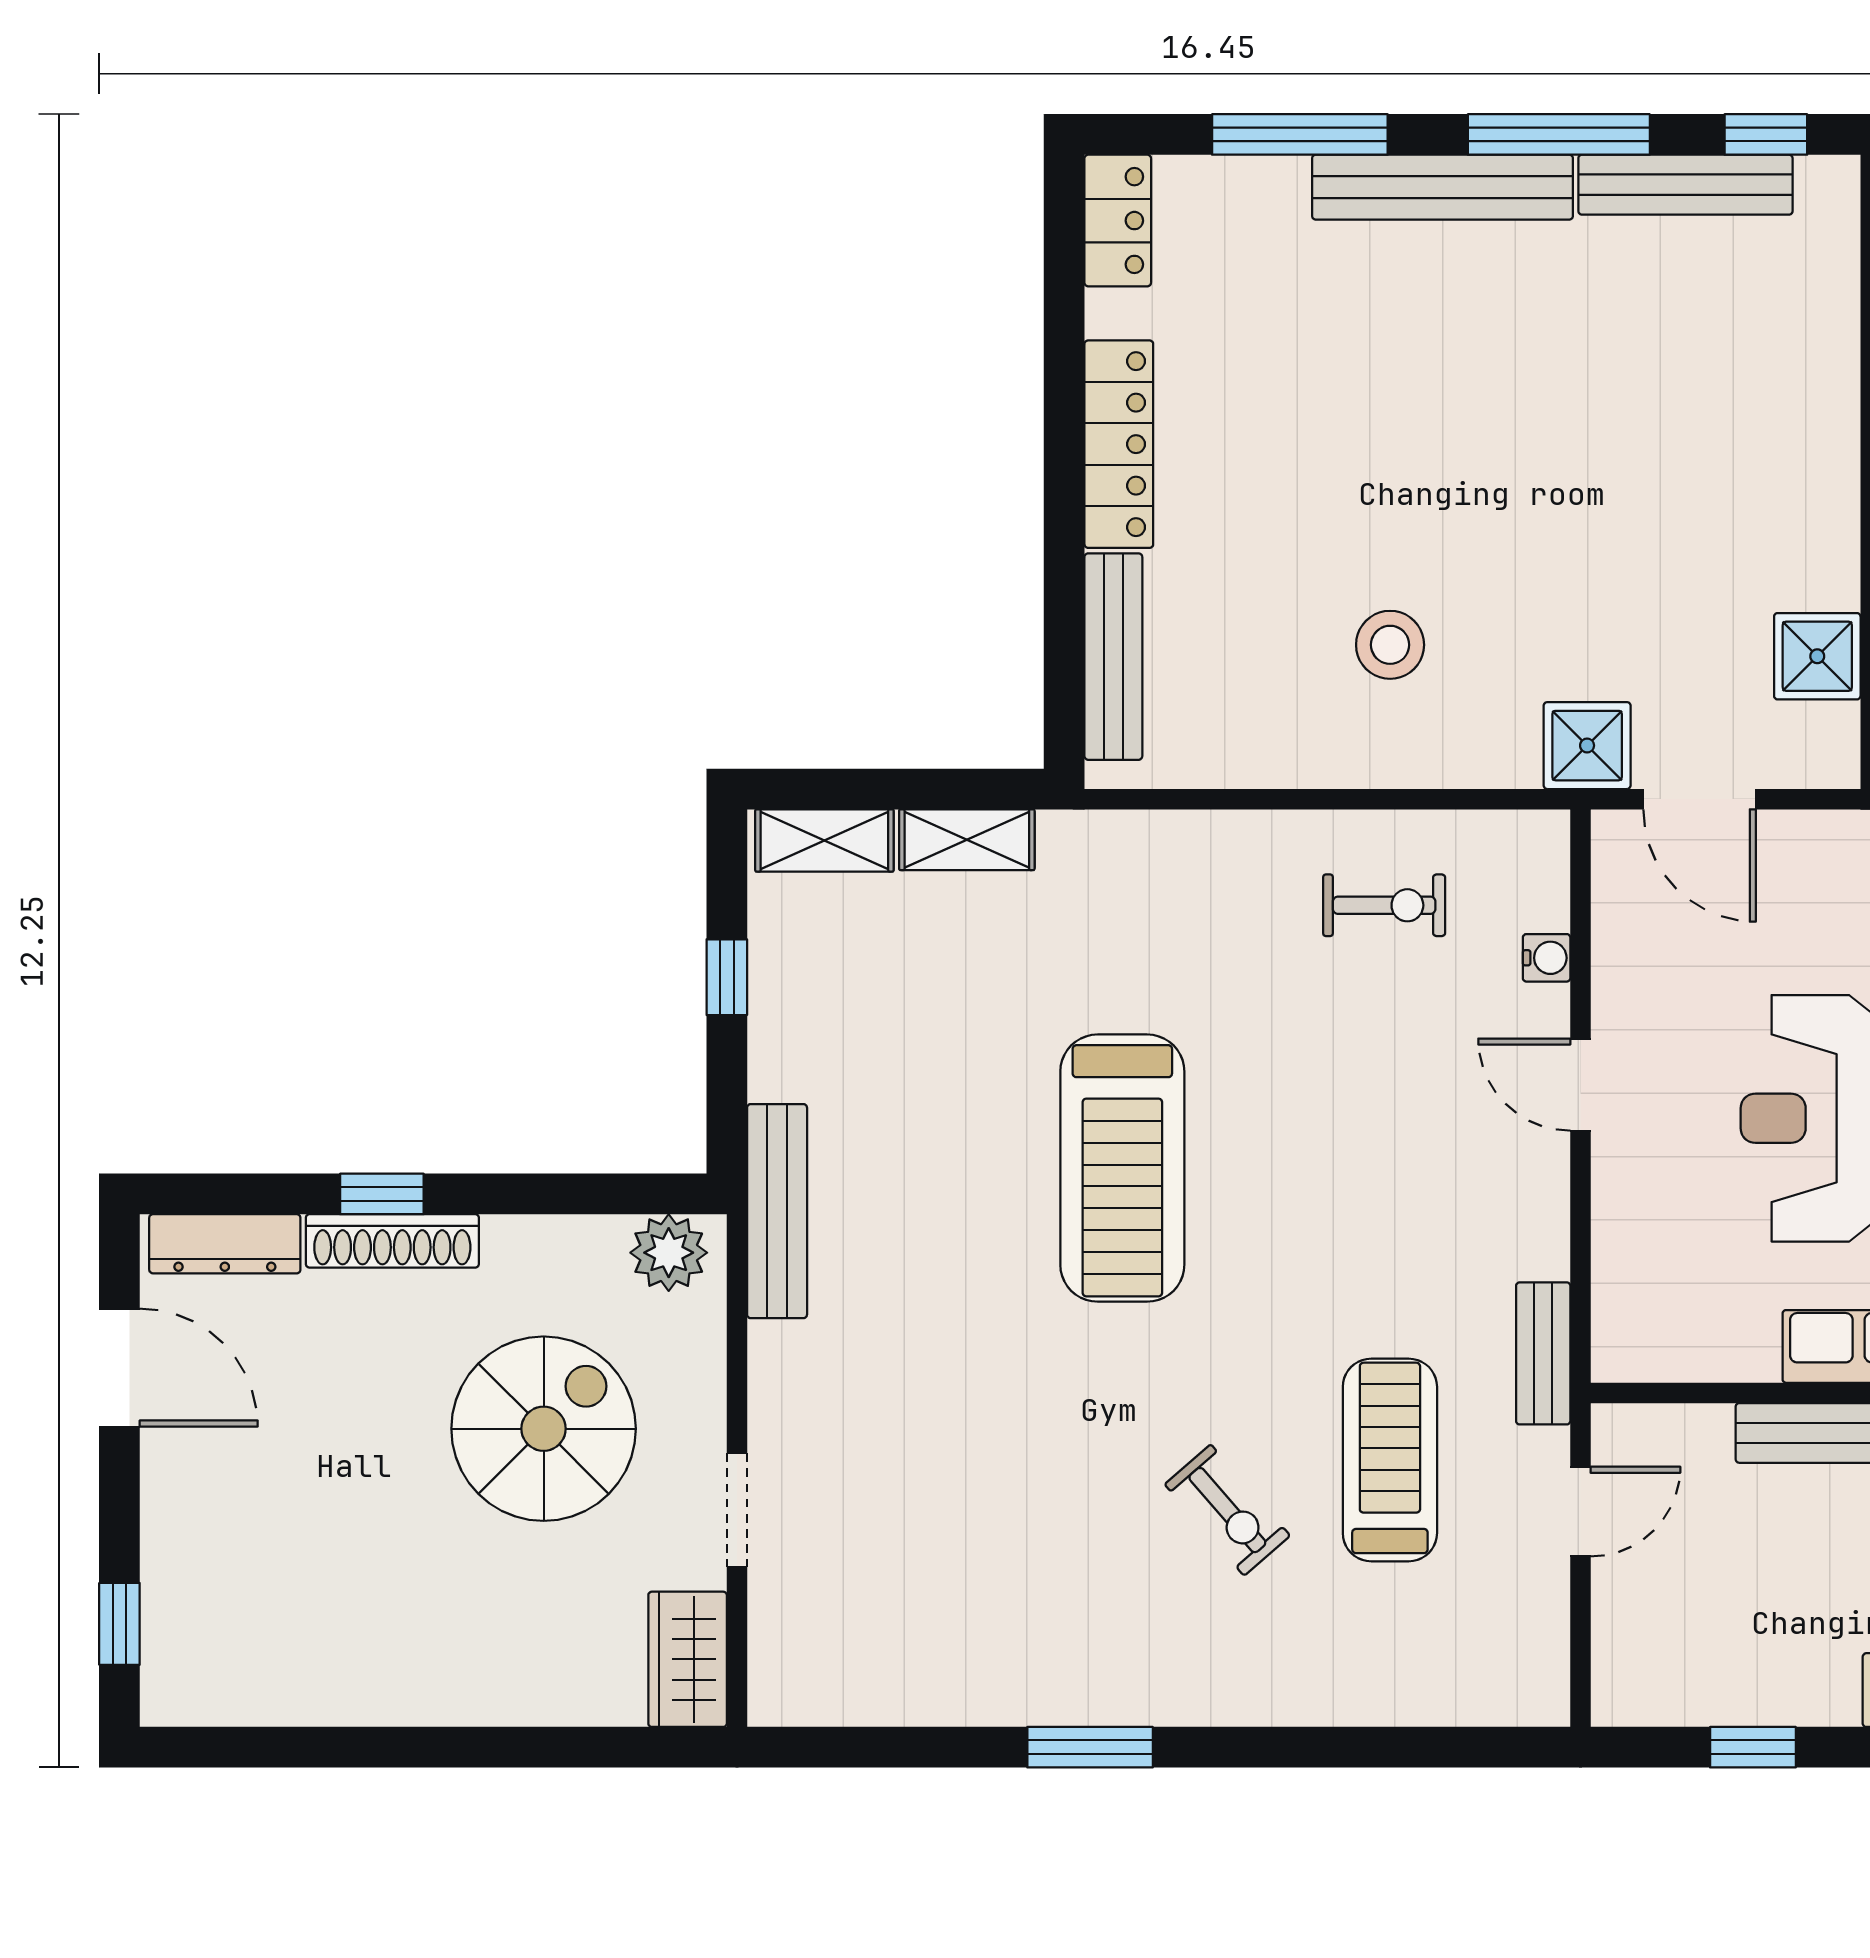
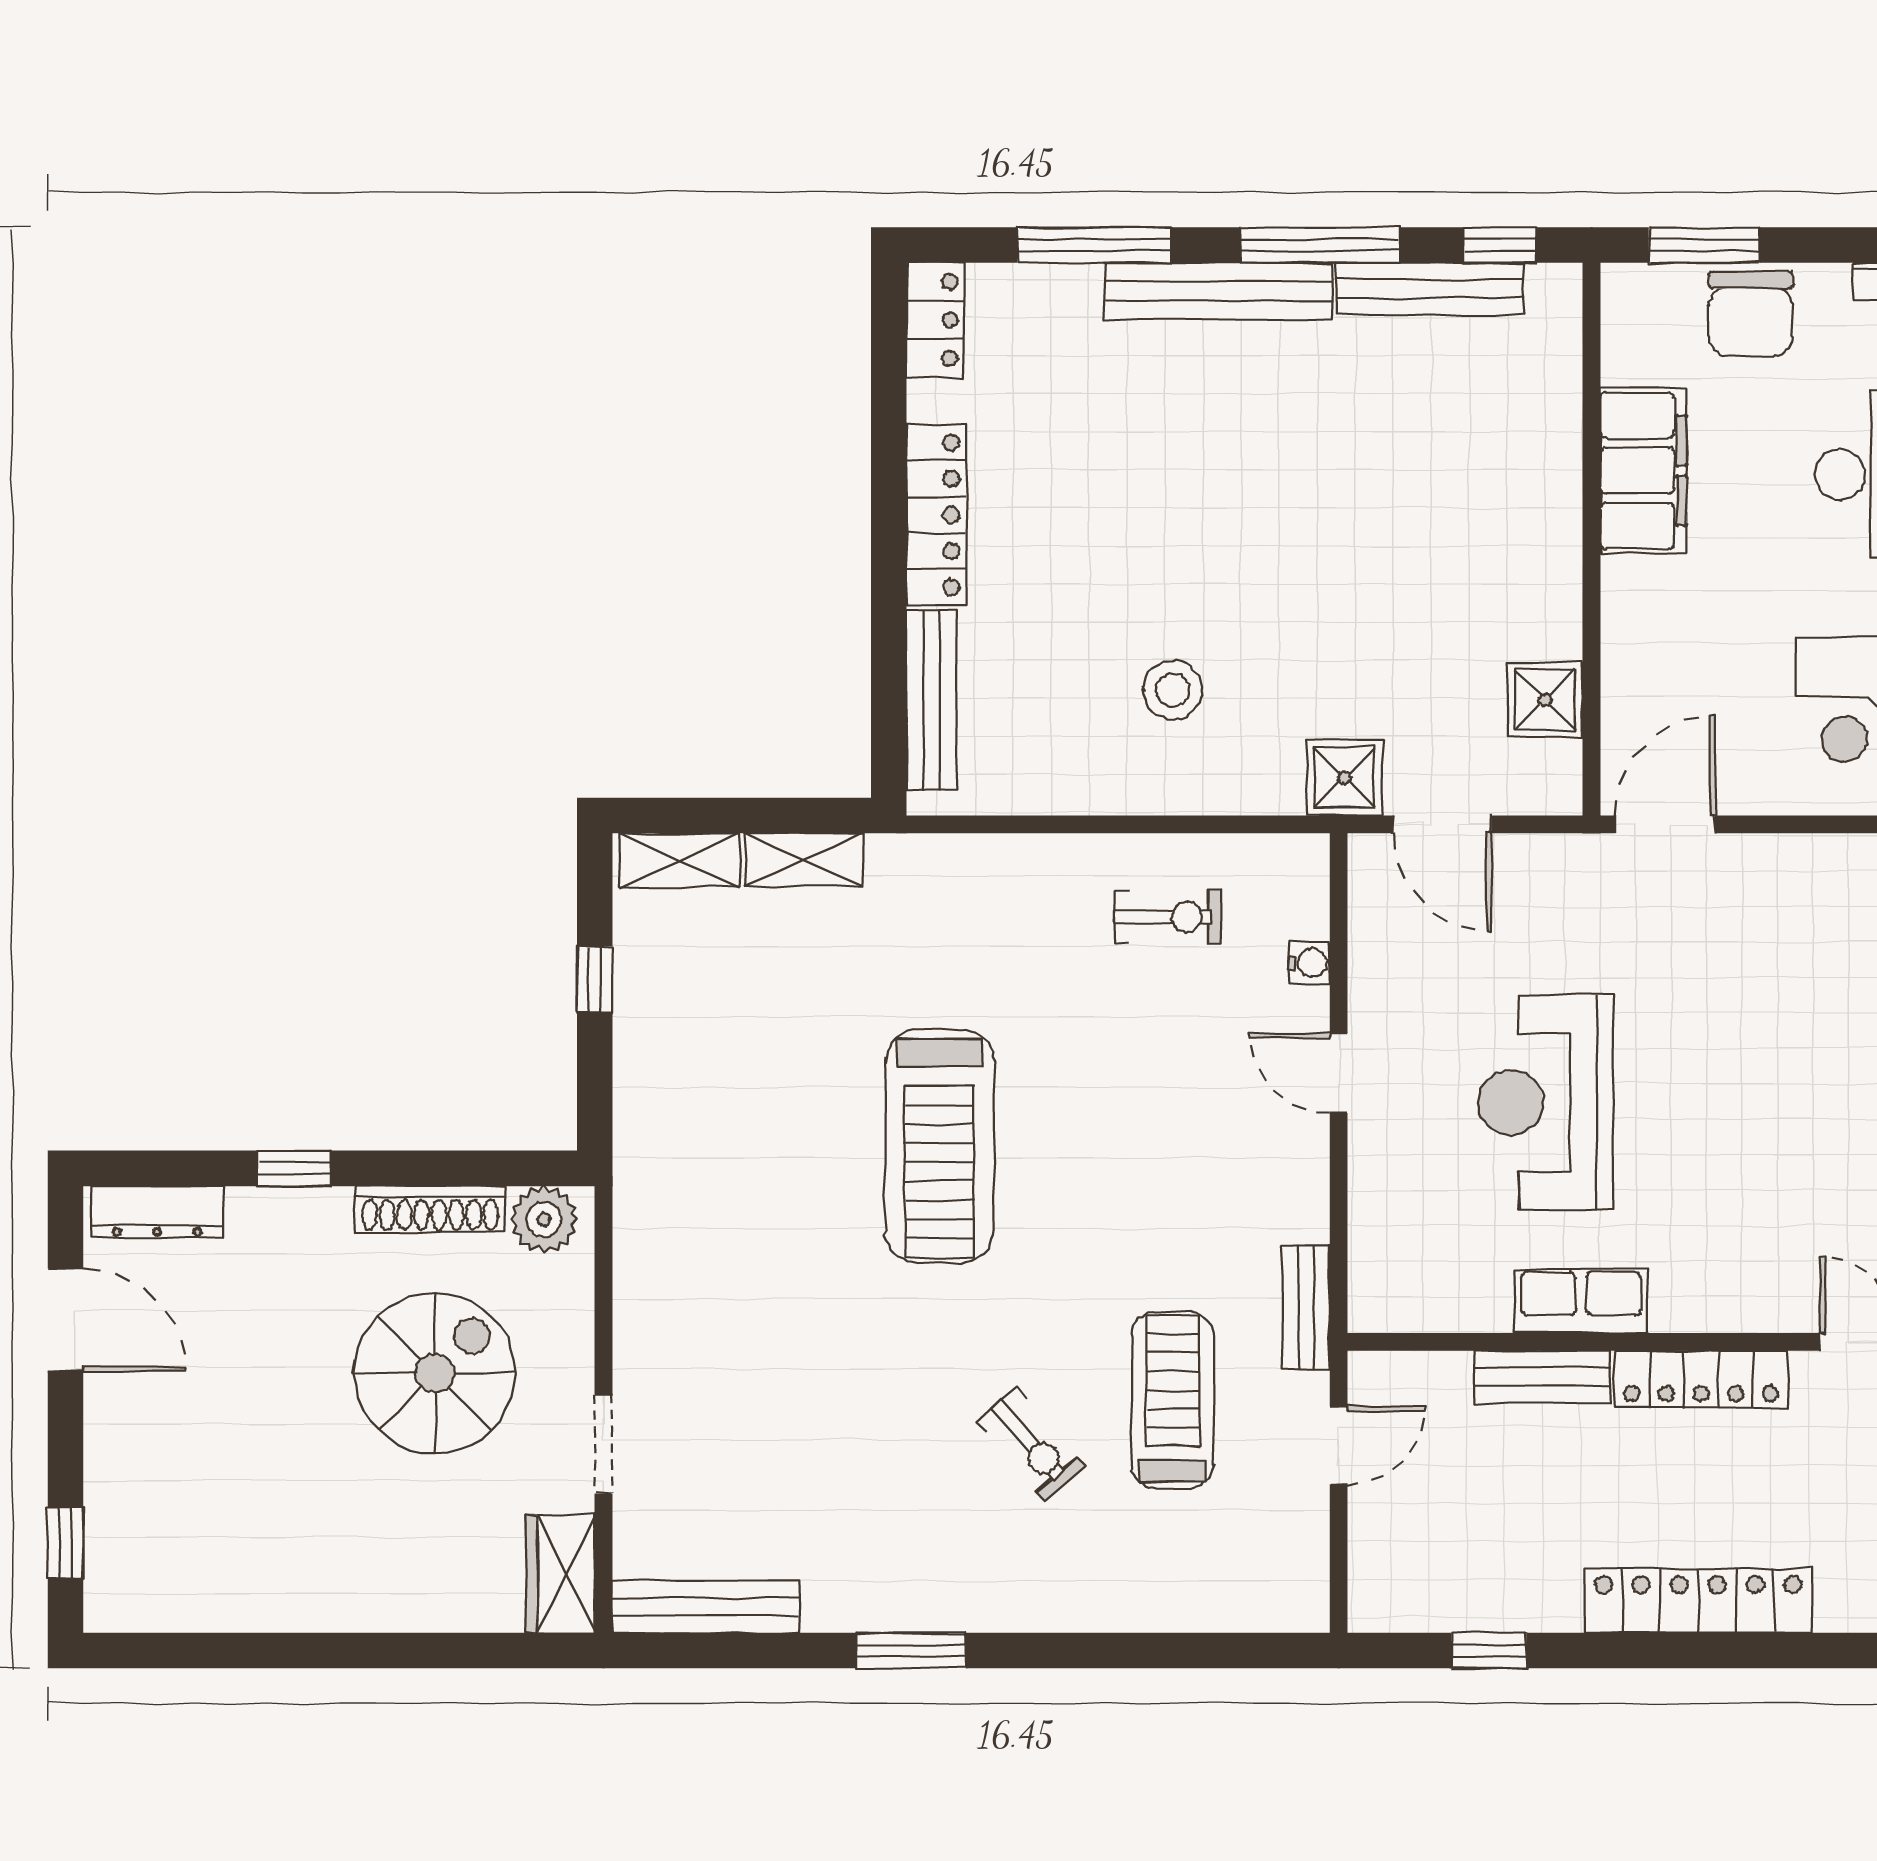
bench: (777, 1211) -> (706, 1607), moved, turned 90
shoe rack: (392, 1241) -> (430, 1209), moved

